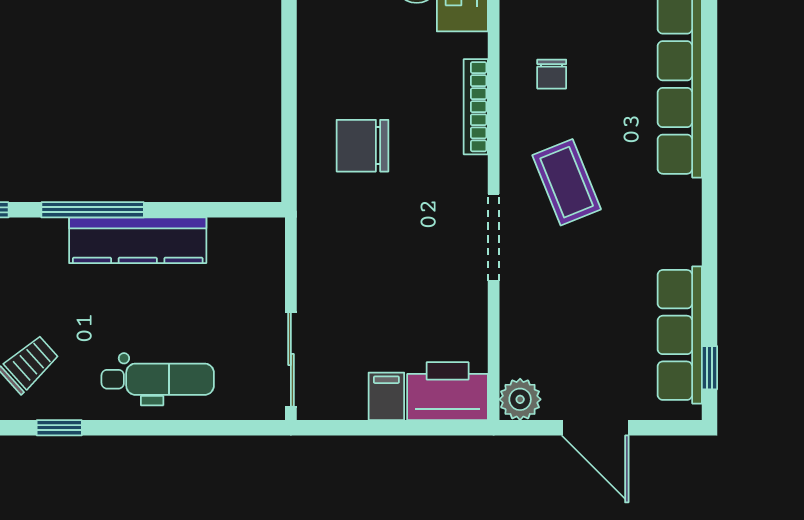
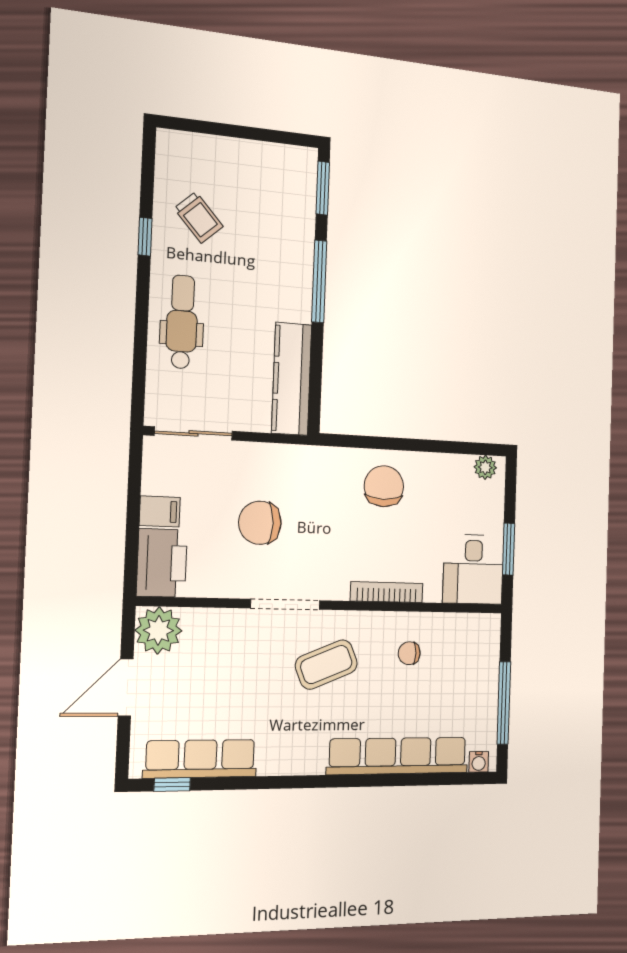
chair: (363, 146) -> (384, 486), moved
kitchen counter: (138, 240) -> (292, 379), moved
chair: (395, 273) -> (260, 523), added
dental chair: (158, 379) -> (182, 322), turned 180
plant: (520, 399) -> (158, 630), width x1.36, depth x1.36

